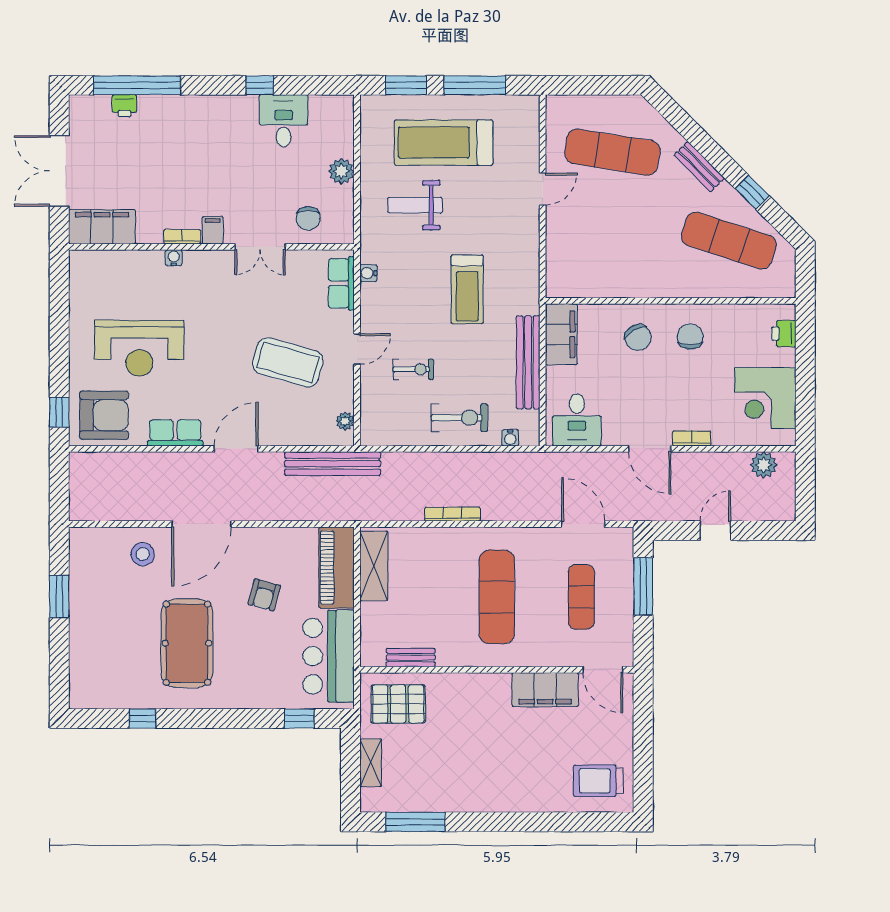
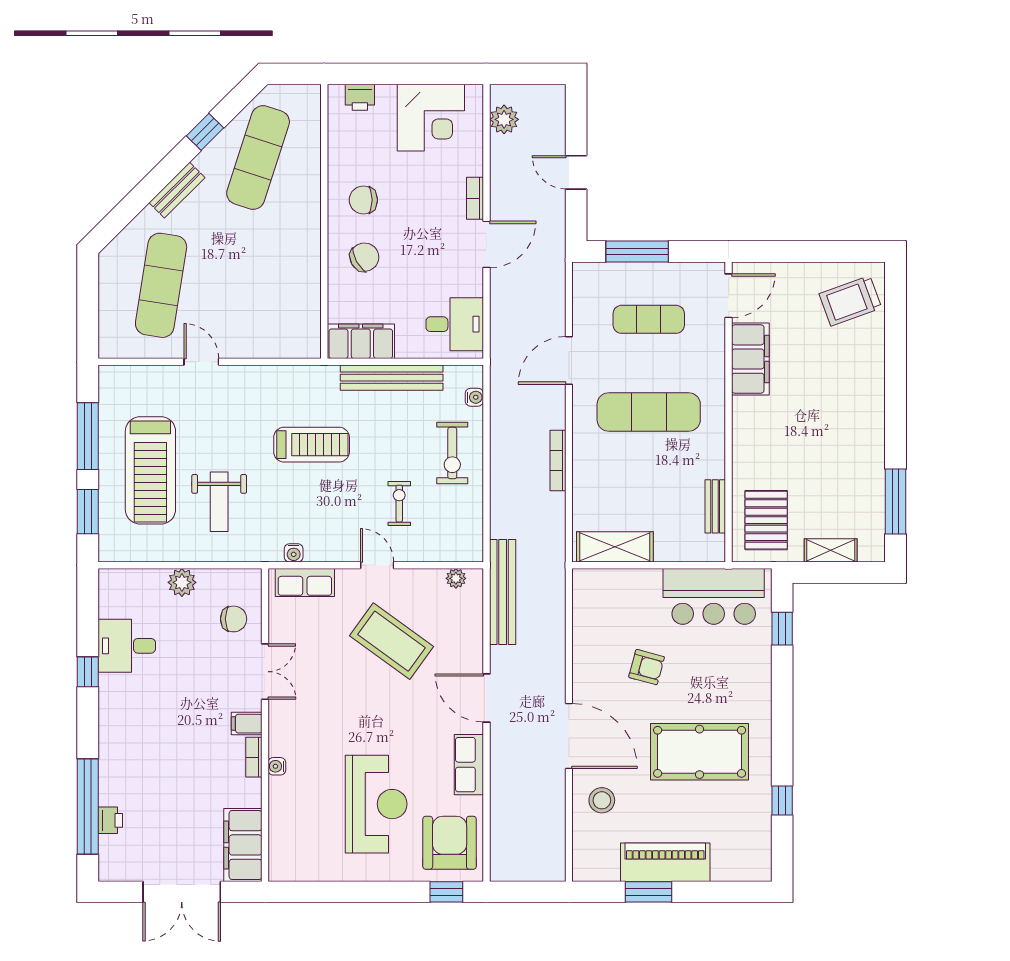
coffee table: (288, 362) -> (391, 641), turned -70
exercise bike: (459, 418) -> (452, 453), turned 180
door: (583, 524) -> (569, 360), moved
piano: (337, 568) -> (665, 862), moved, turned 180
trolley: (598, 781) -> (850, 301), turned 70

